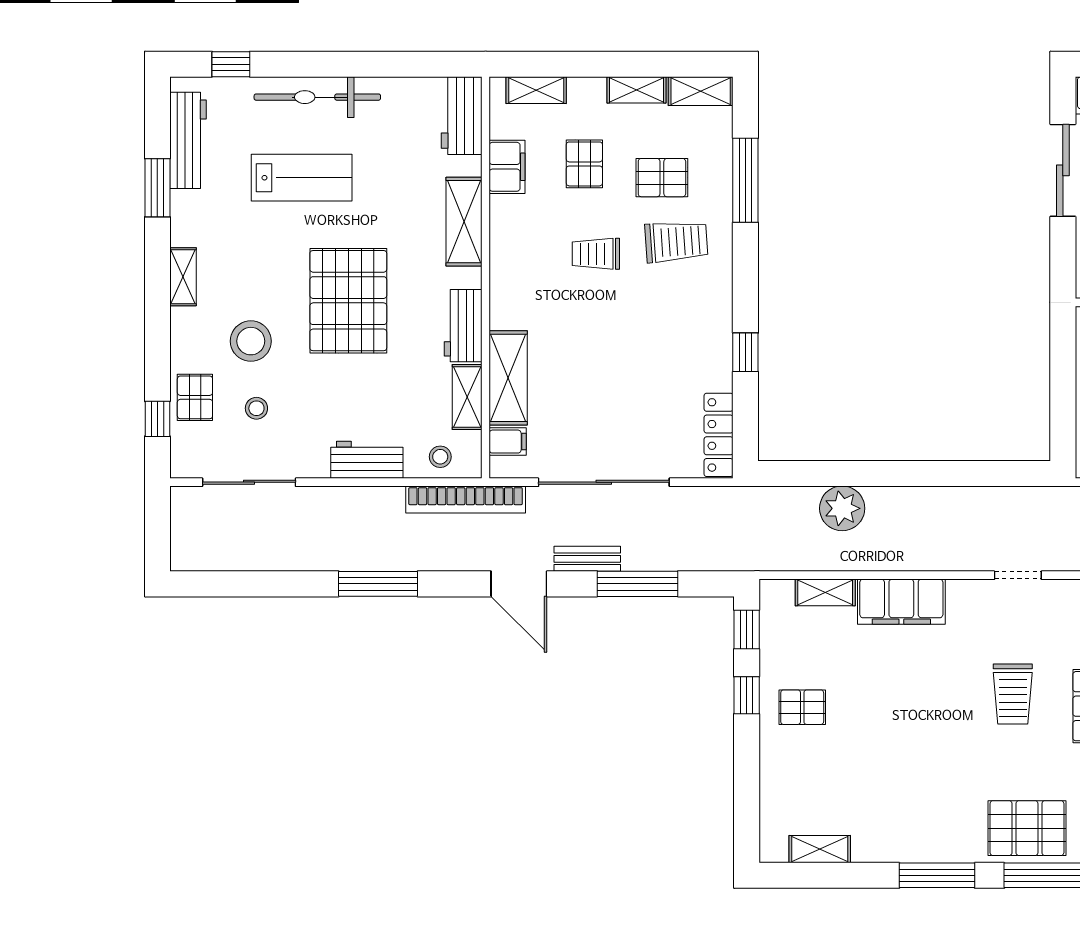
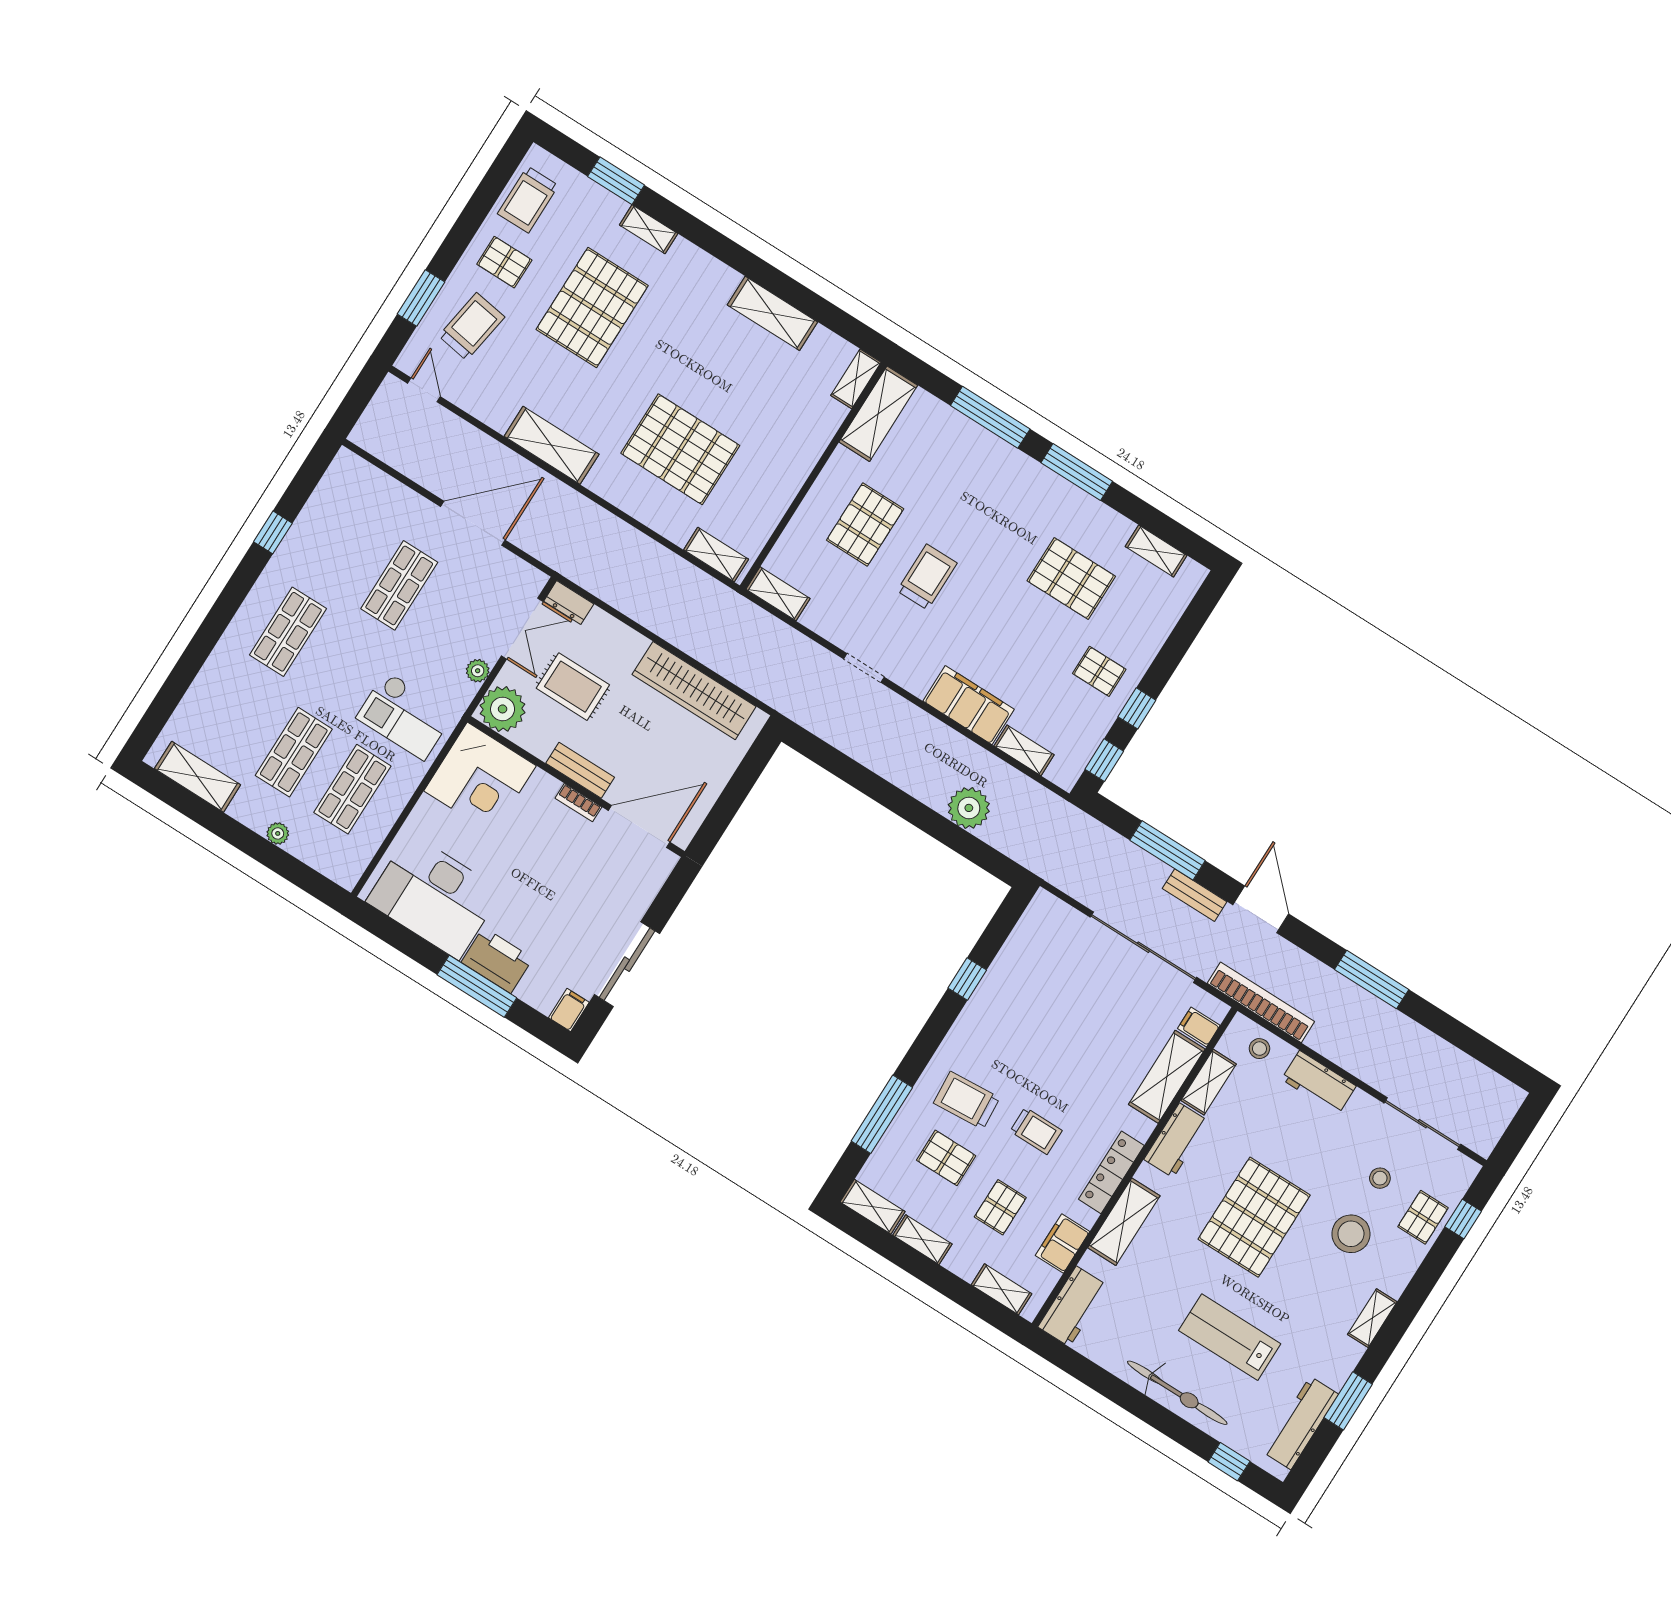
locker: (719, 435) -> (1111, 1172), moved, turned 180
pallet: (1027, 828) -> (1071, 579), moved

